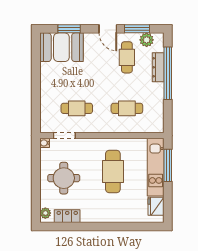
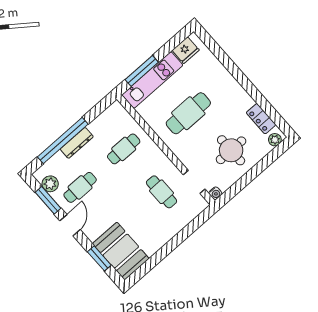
dresser: (158, 67) -> (77, 143), moved
cafe table: (127, 108) -> (124, 149), turned 90

